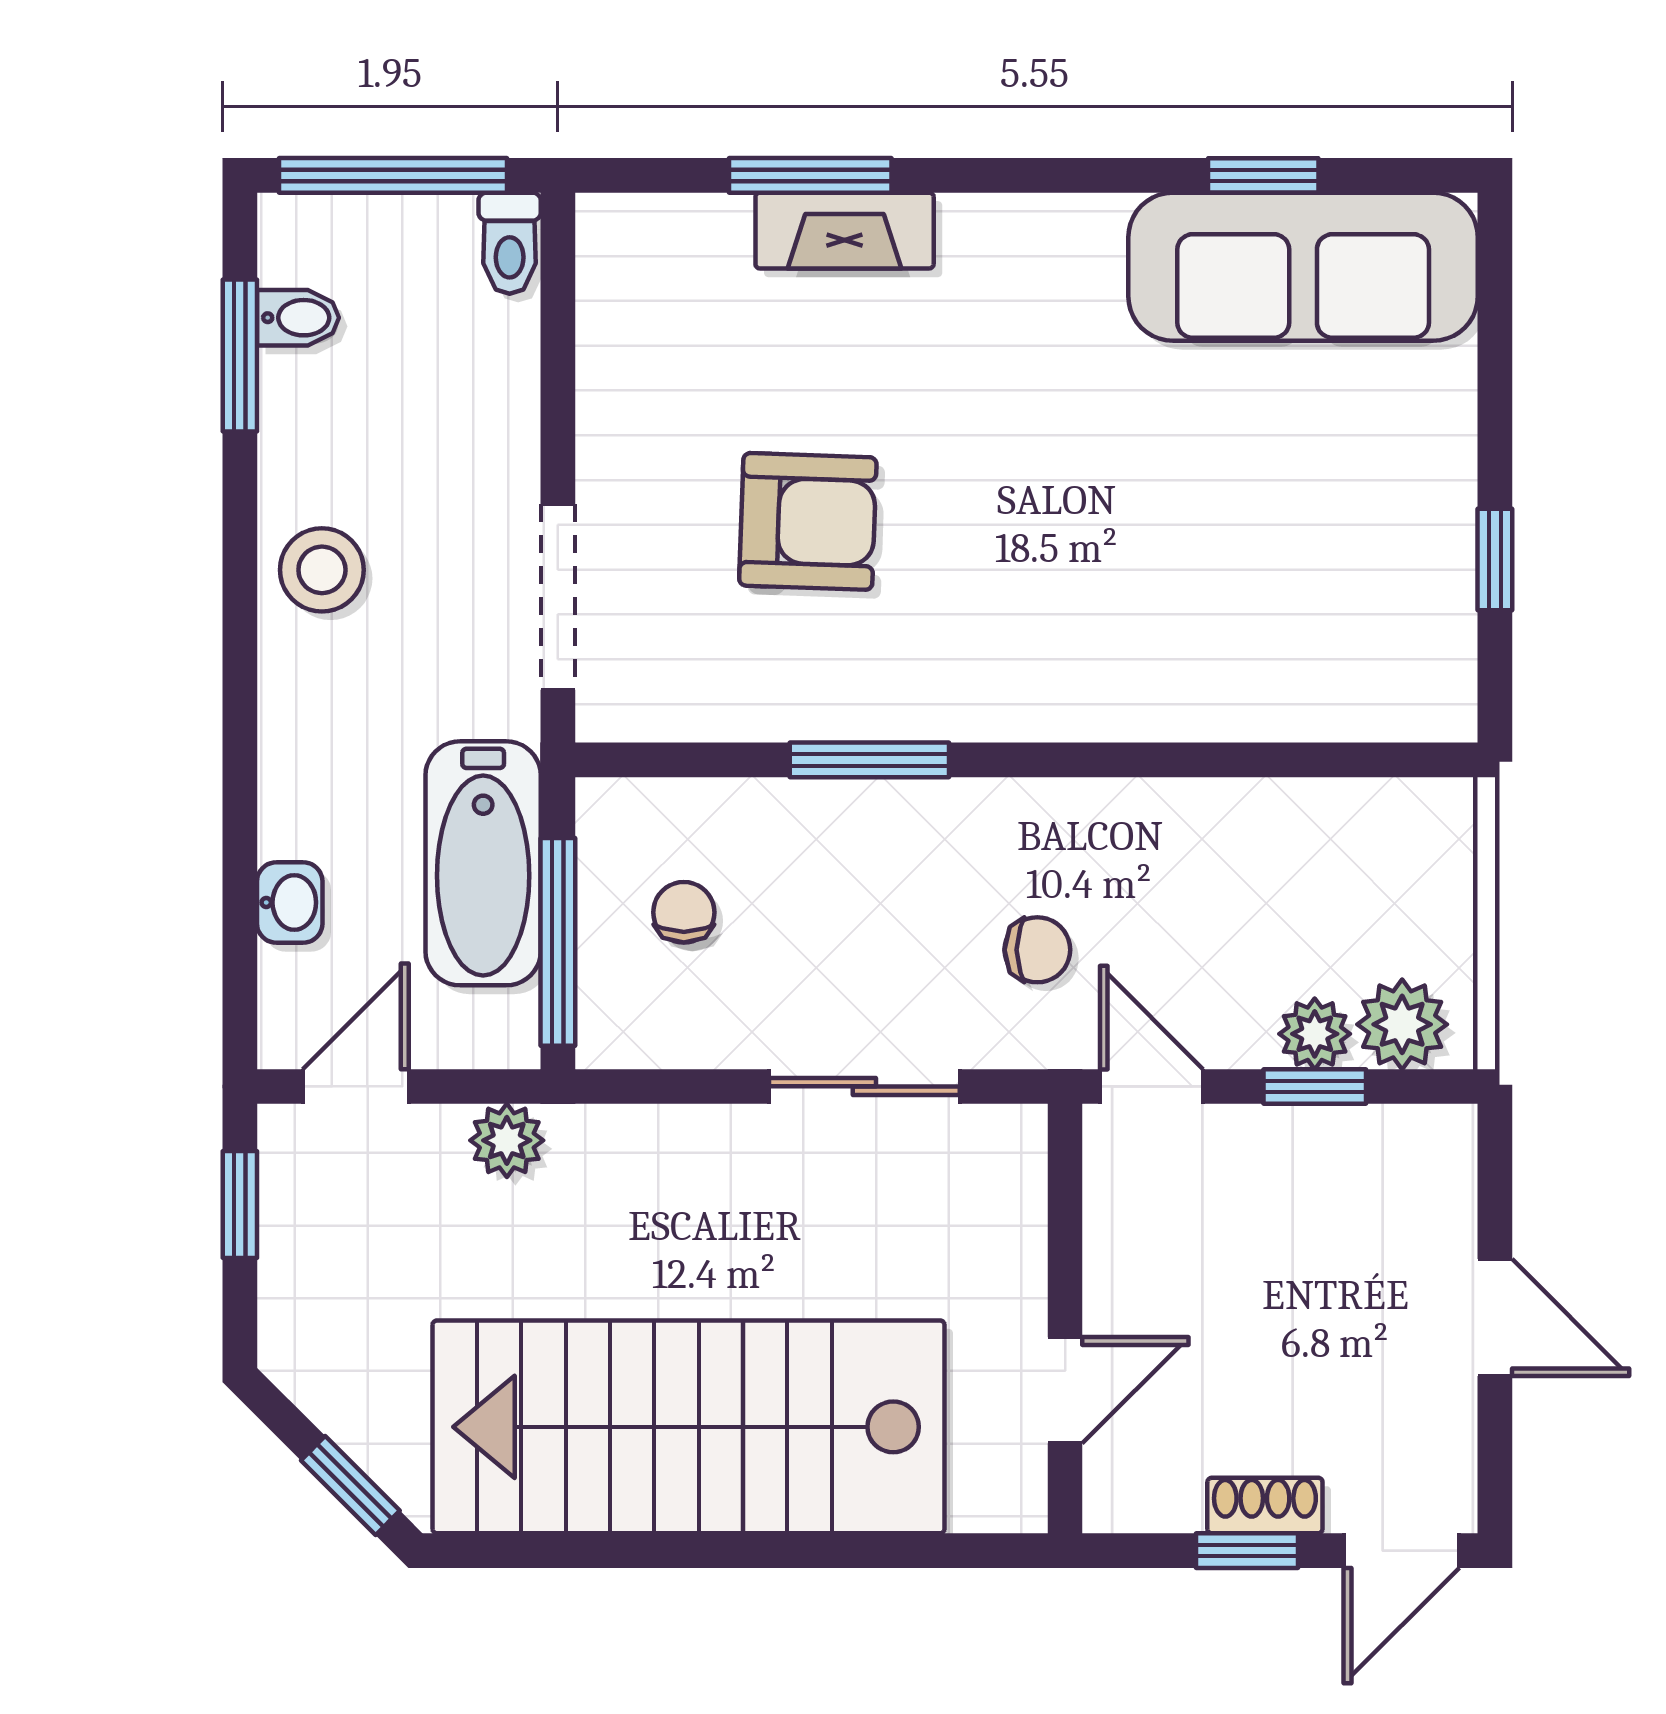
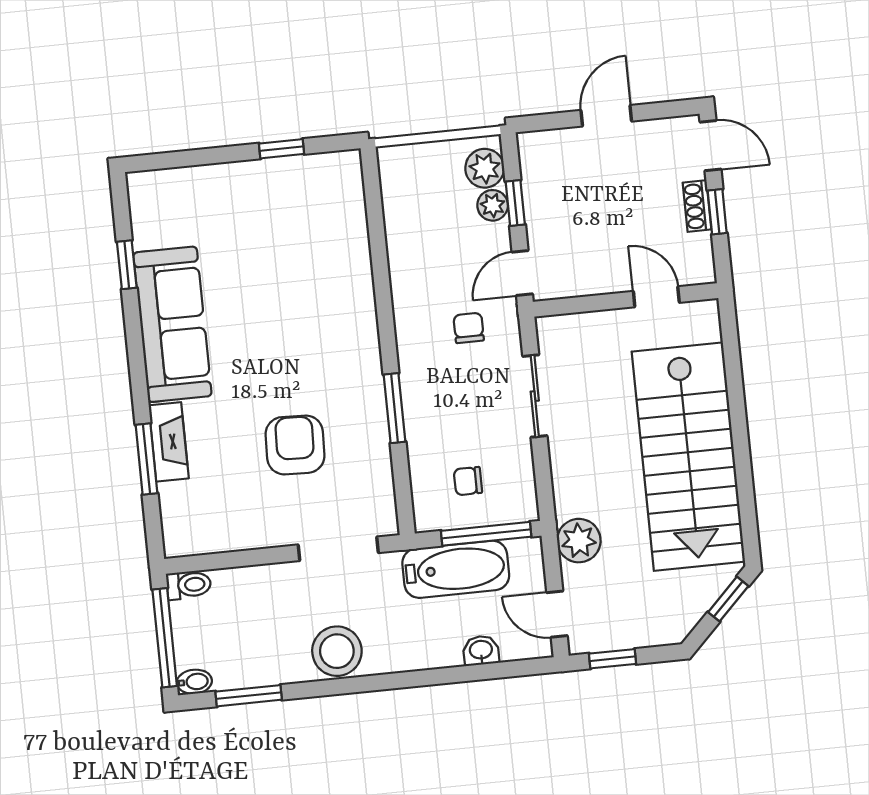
sofa: (1303, 267) -> (172, 324), moved
bidet: (298, 318) -> (194, 682), moved, turned 90
stool: (322, 570) -> (337, 651), width x1.38, depth x1.38
plant: (507, 1140) -> (579, 541), width x1.38, depth x1.38

